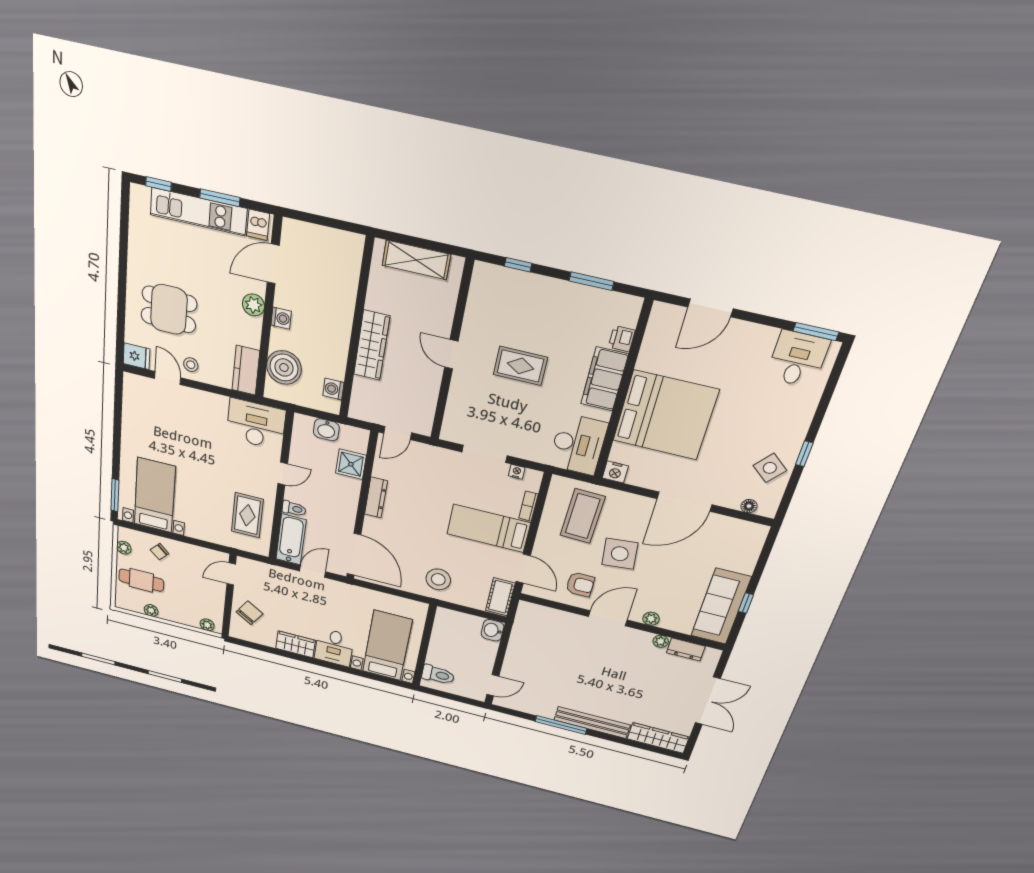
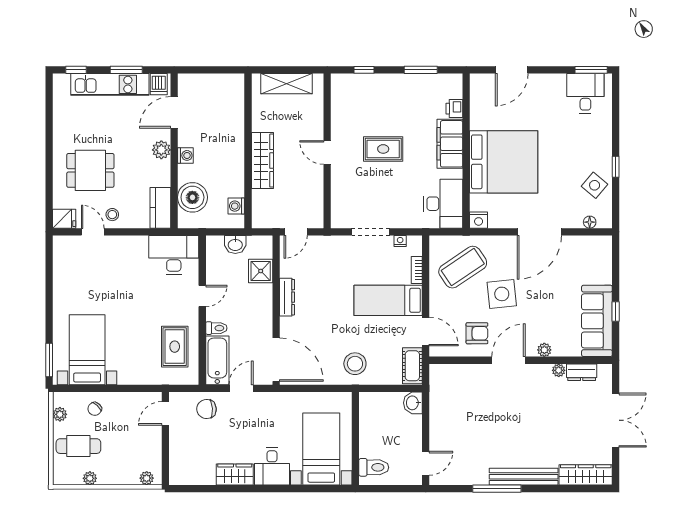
coffee table: (583, 516) -> (463, 267), turned 54
chair: (250, 613) -> (207, 409), moved, turned -126

